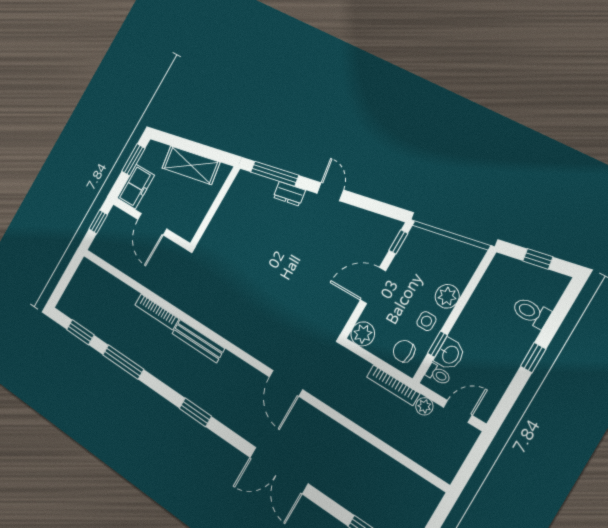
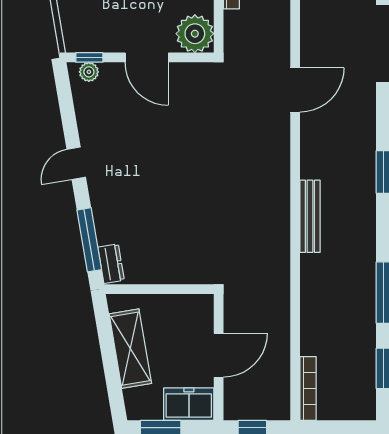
dresser: (289, 194) -> (111, 264), moved
plant: (388, 236) -> (89, 72), added
bookcase: (157, 312) -> (308, 389), moved
plant: (363, 334) -> (195, 34), width x1.36, depth x1.36

